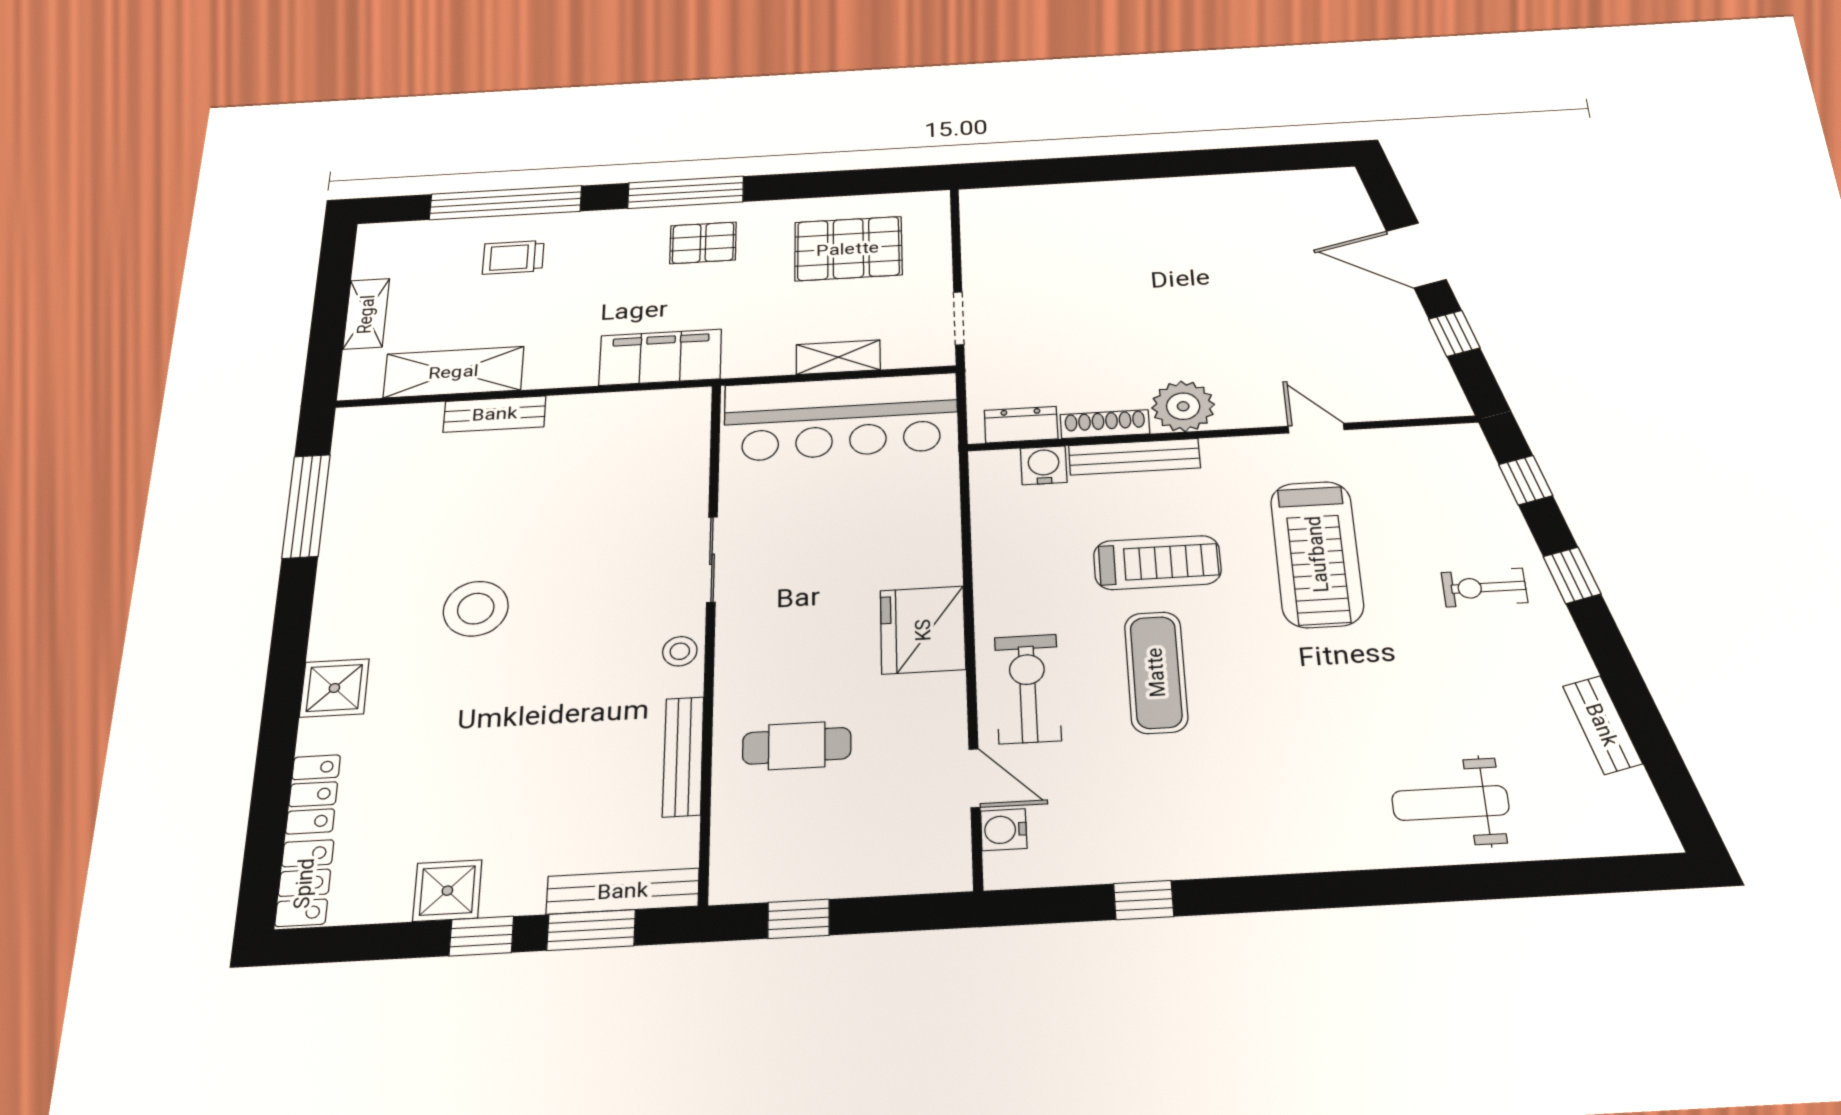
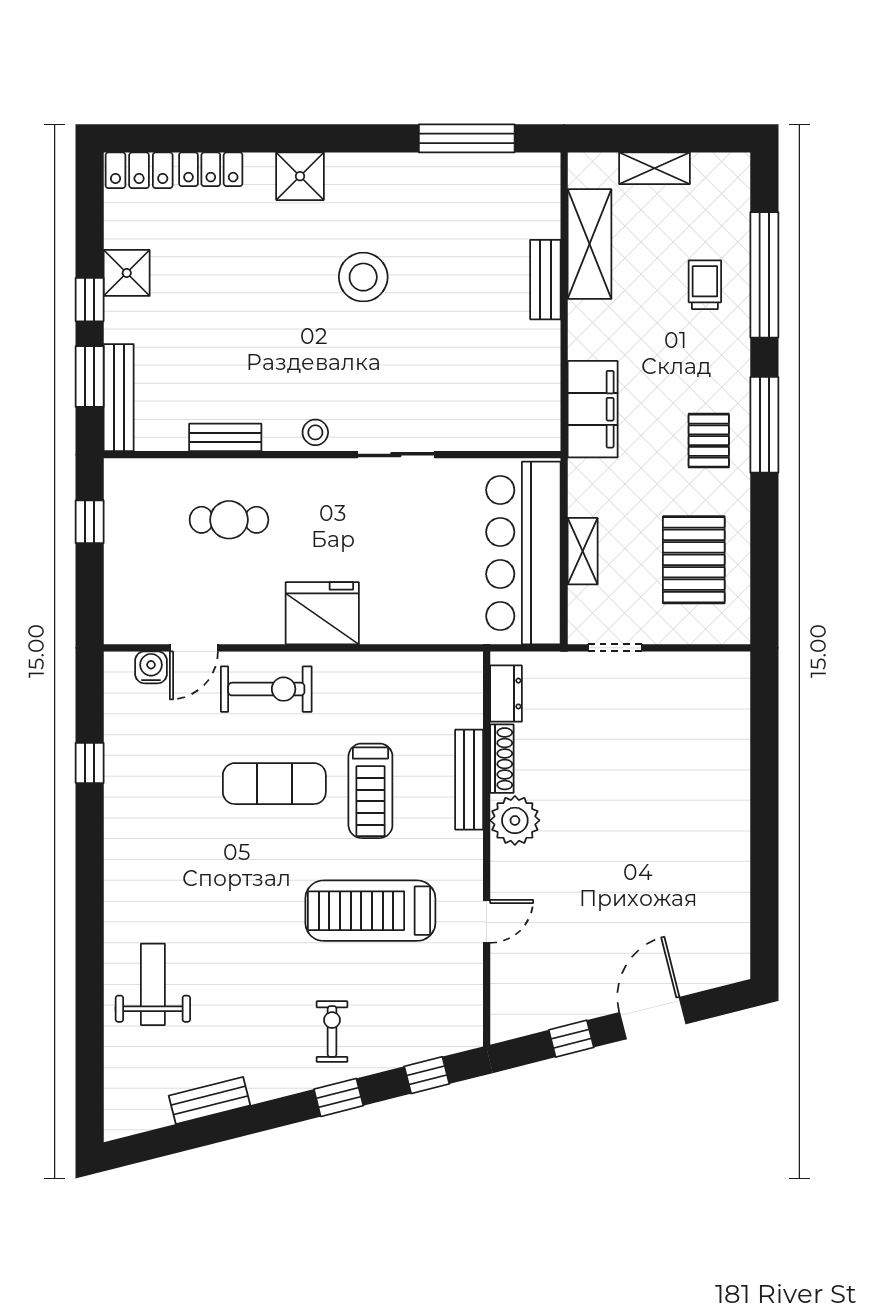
water cooler: (1044, 465) -> (466, 709), removed
cafe table: (797, 746) -> (229, 520), turned 90
bench: (683, 756) -> (225, 437), width x0.73

